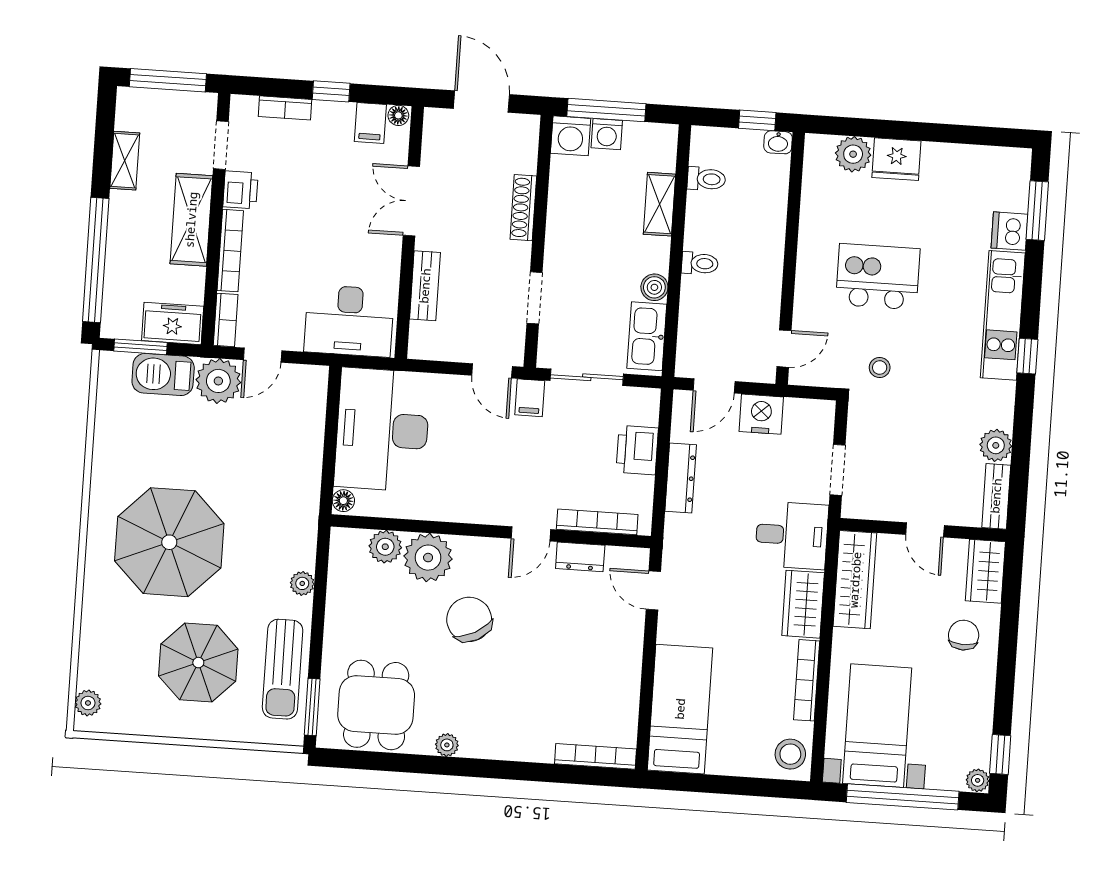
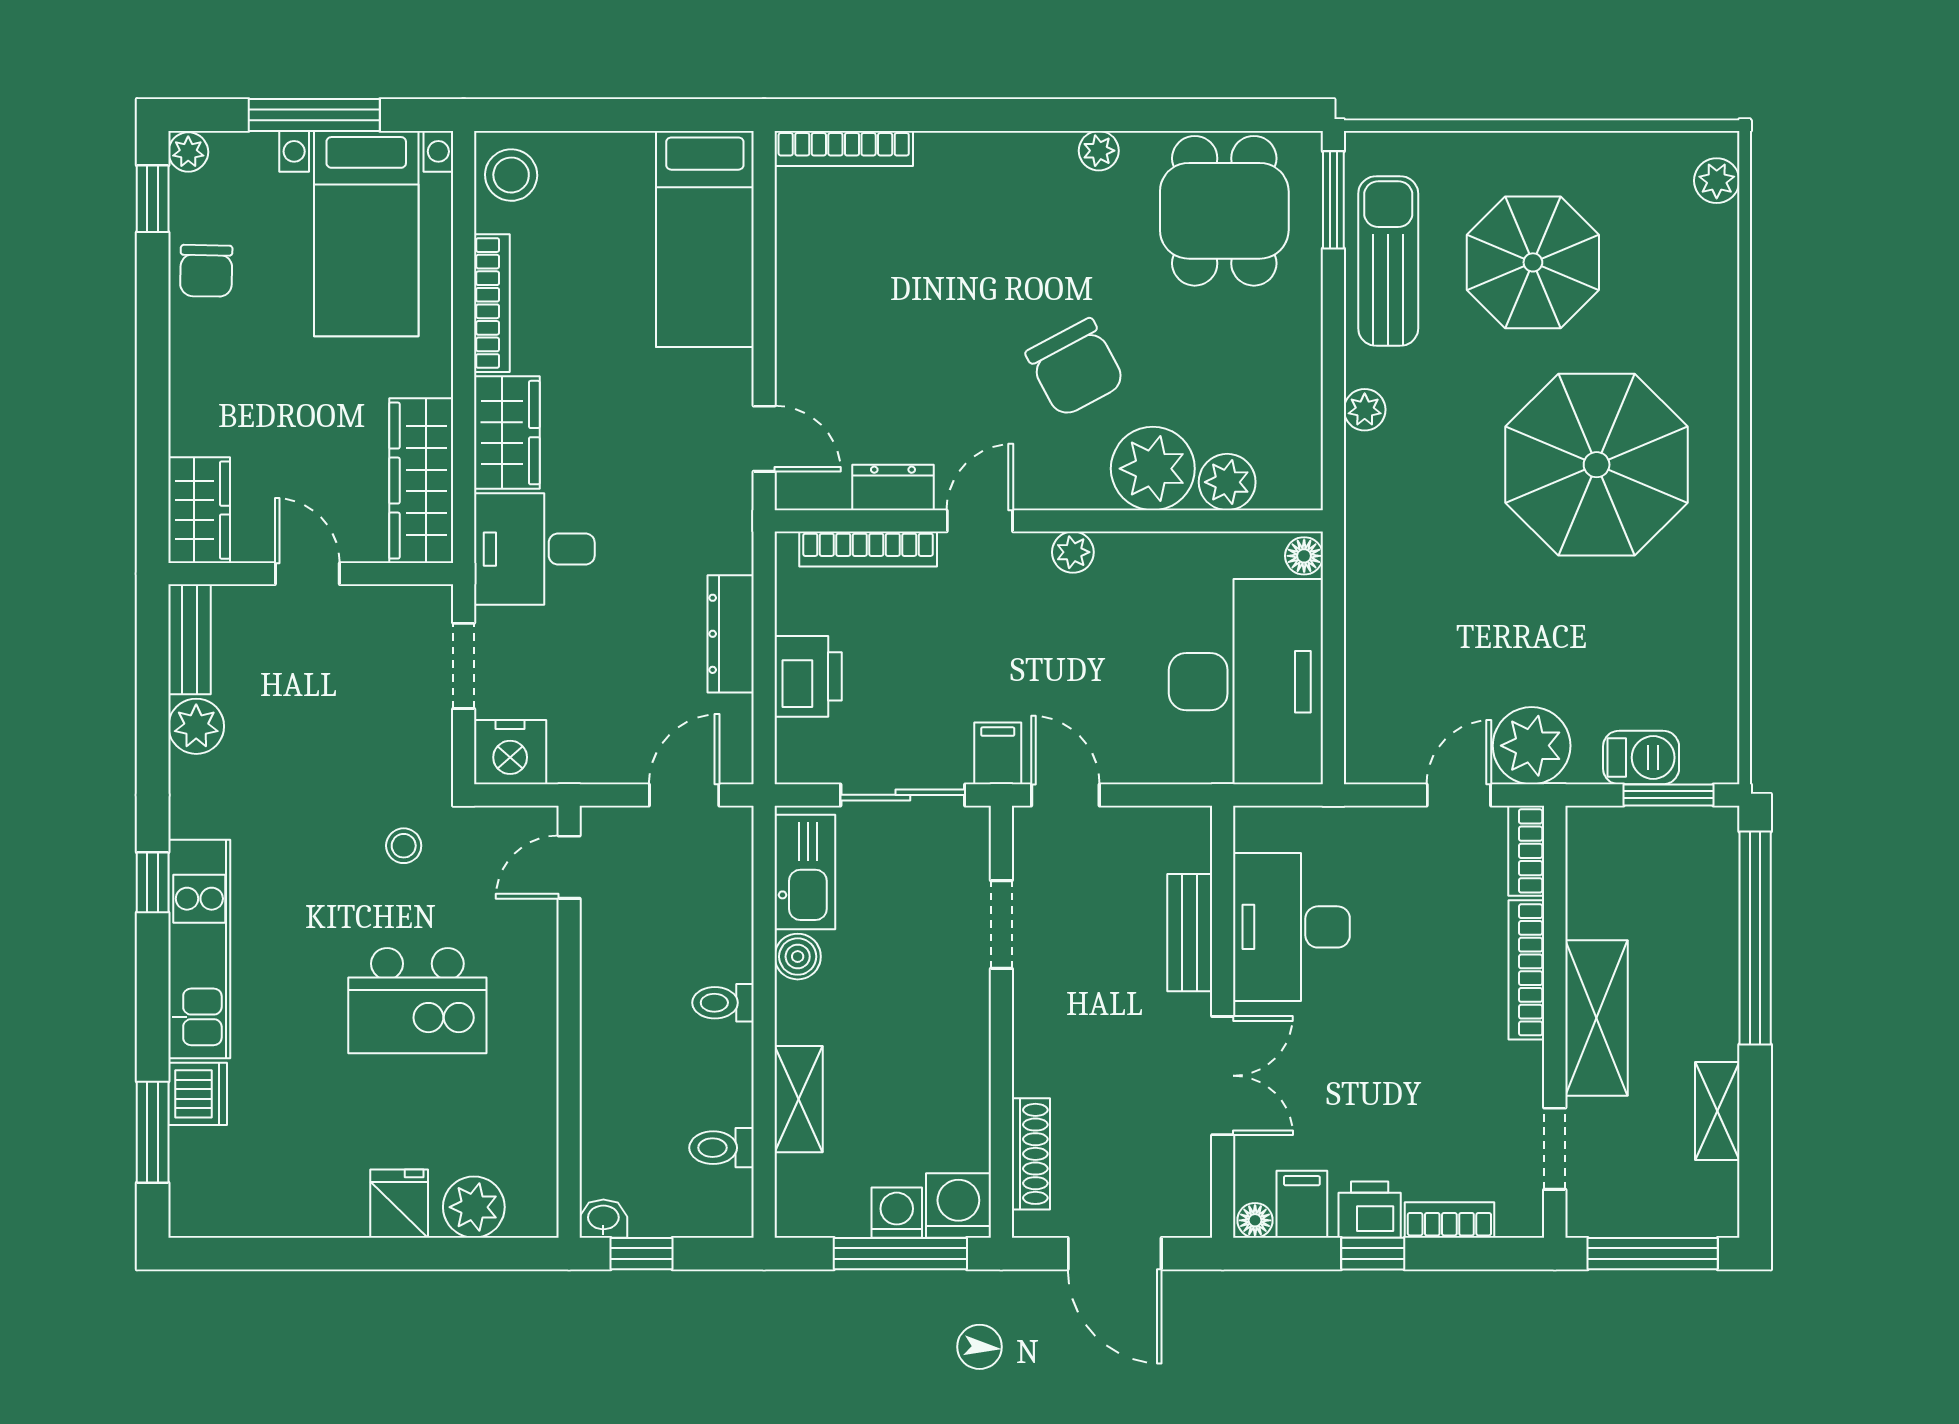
fridge: (896, 159) -> (399, 1204), width x0.72
printer: (240, 190) -> (1370, 1210), moved, turned 90
shoe rack: (523, 208) -> (1031, 1154), moved
desk: (349, 321) -> (1291, 927), moved, turned -90
freezer: (173, 323) -> (1616, 839), removed
barbecue: (163, 374) -> (1641, 758), width x0.73, depth x0.79
nightstand: (761, 414) -> (510, 752), moved
plant: (478, 512) -> (1073, 552), added
chair: (964, 635) -> (206, 271), moved
window: (903, 797) -> (314, 115), width x0.68

